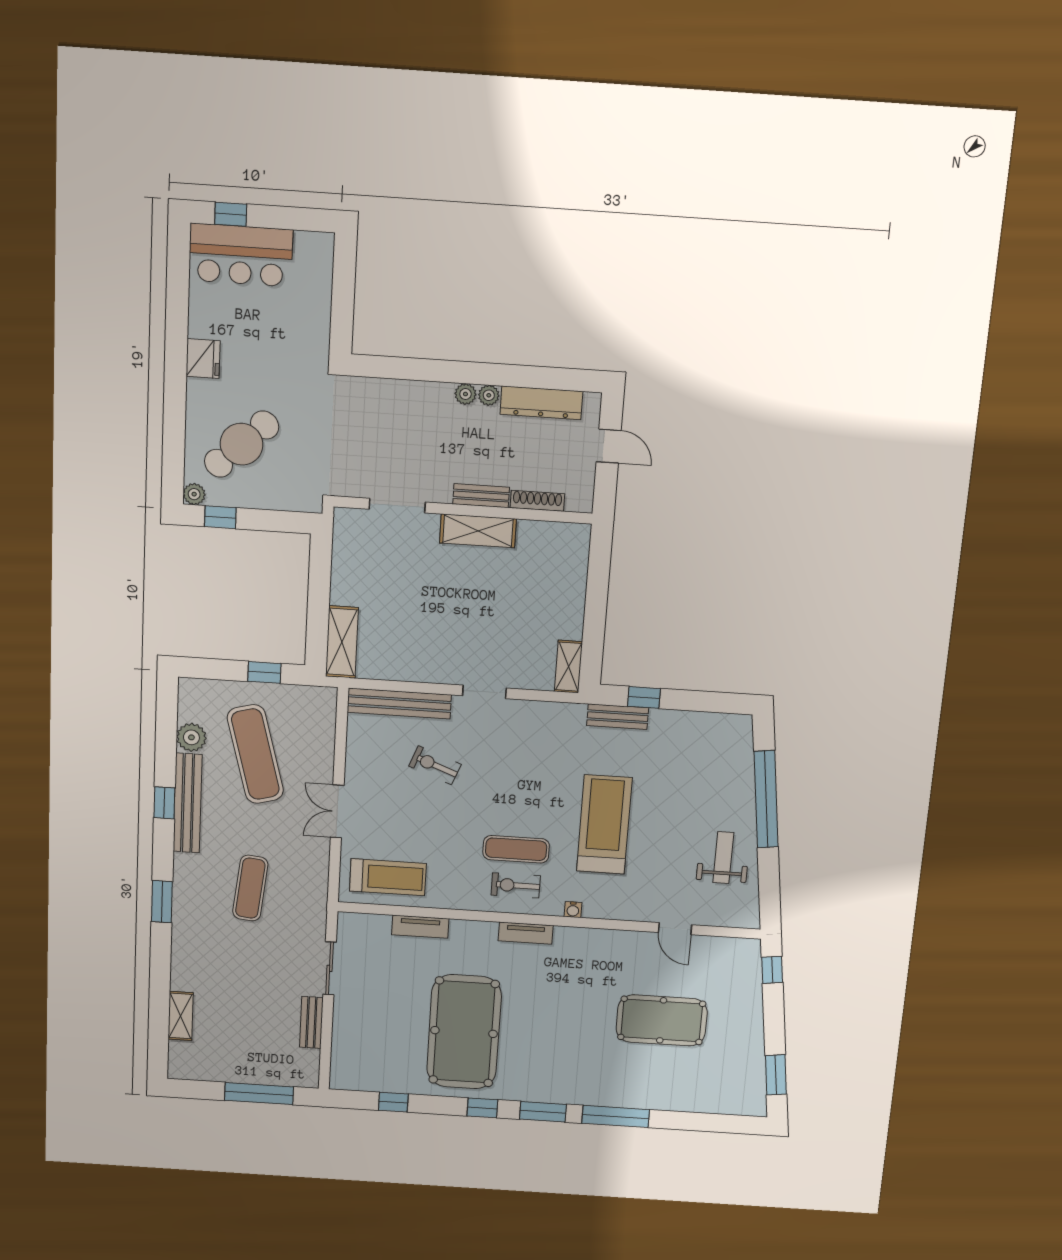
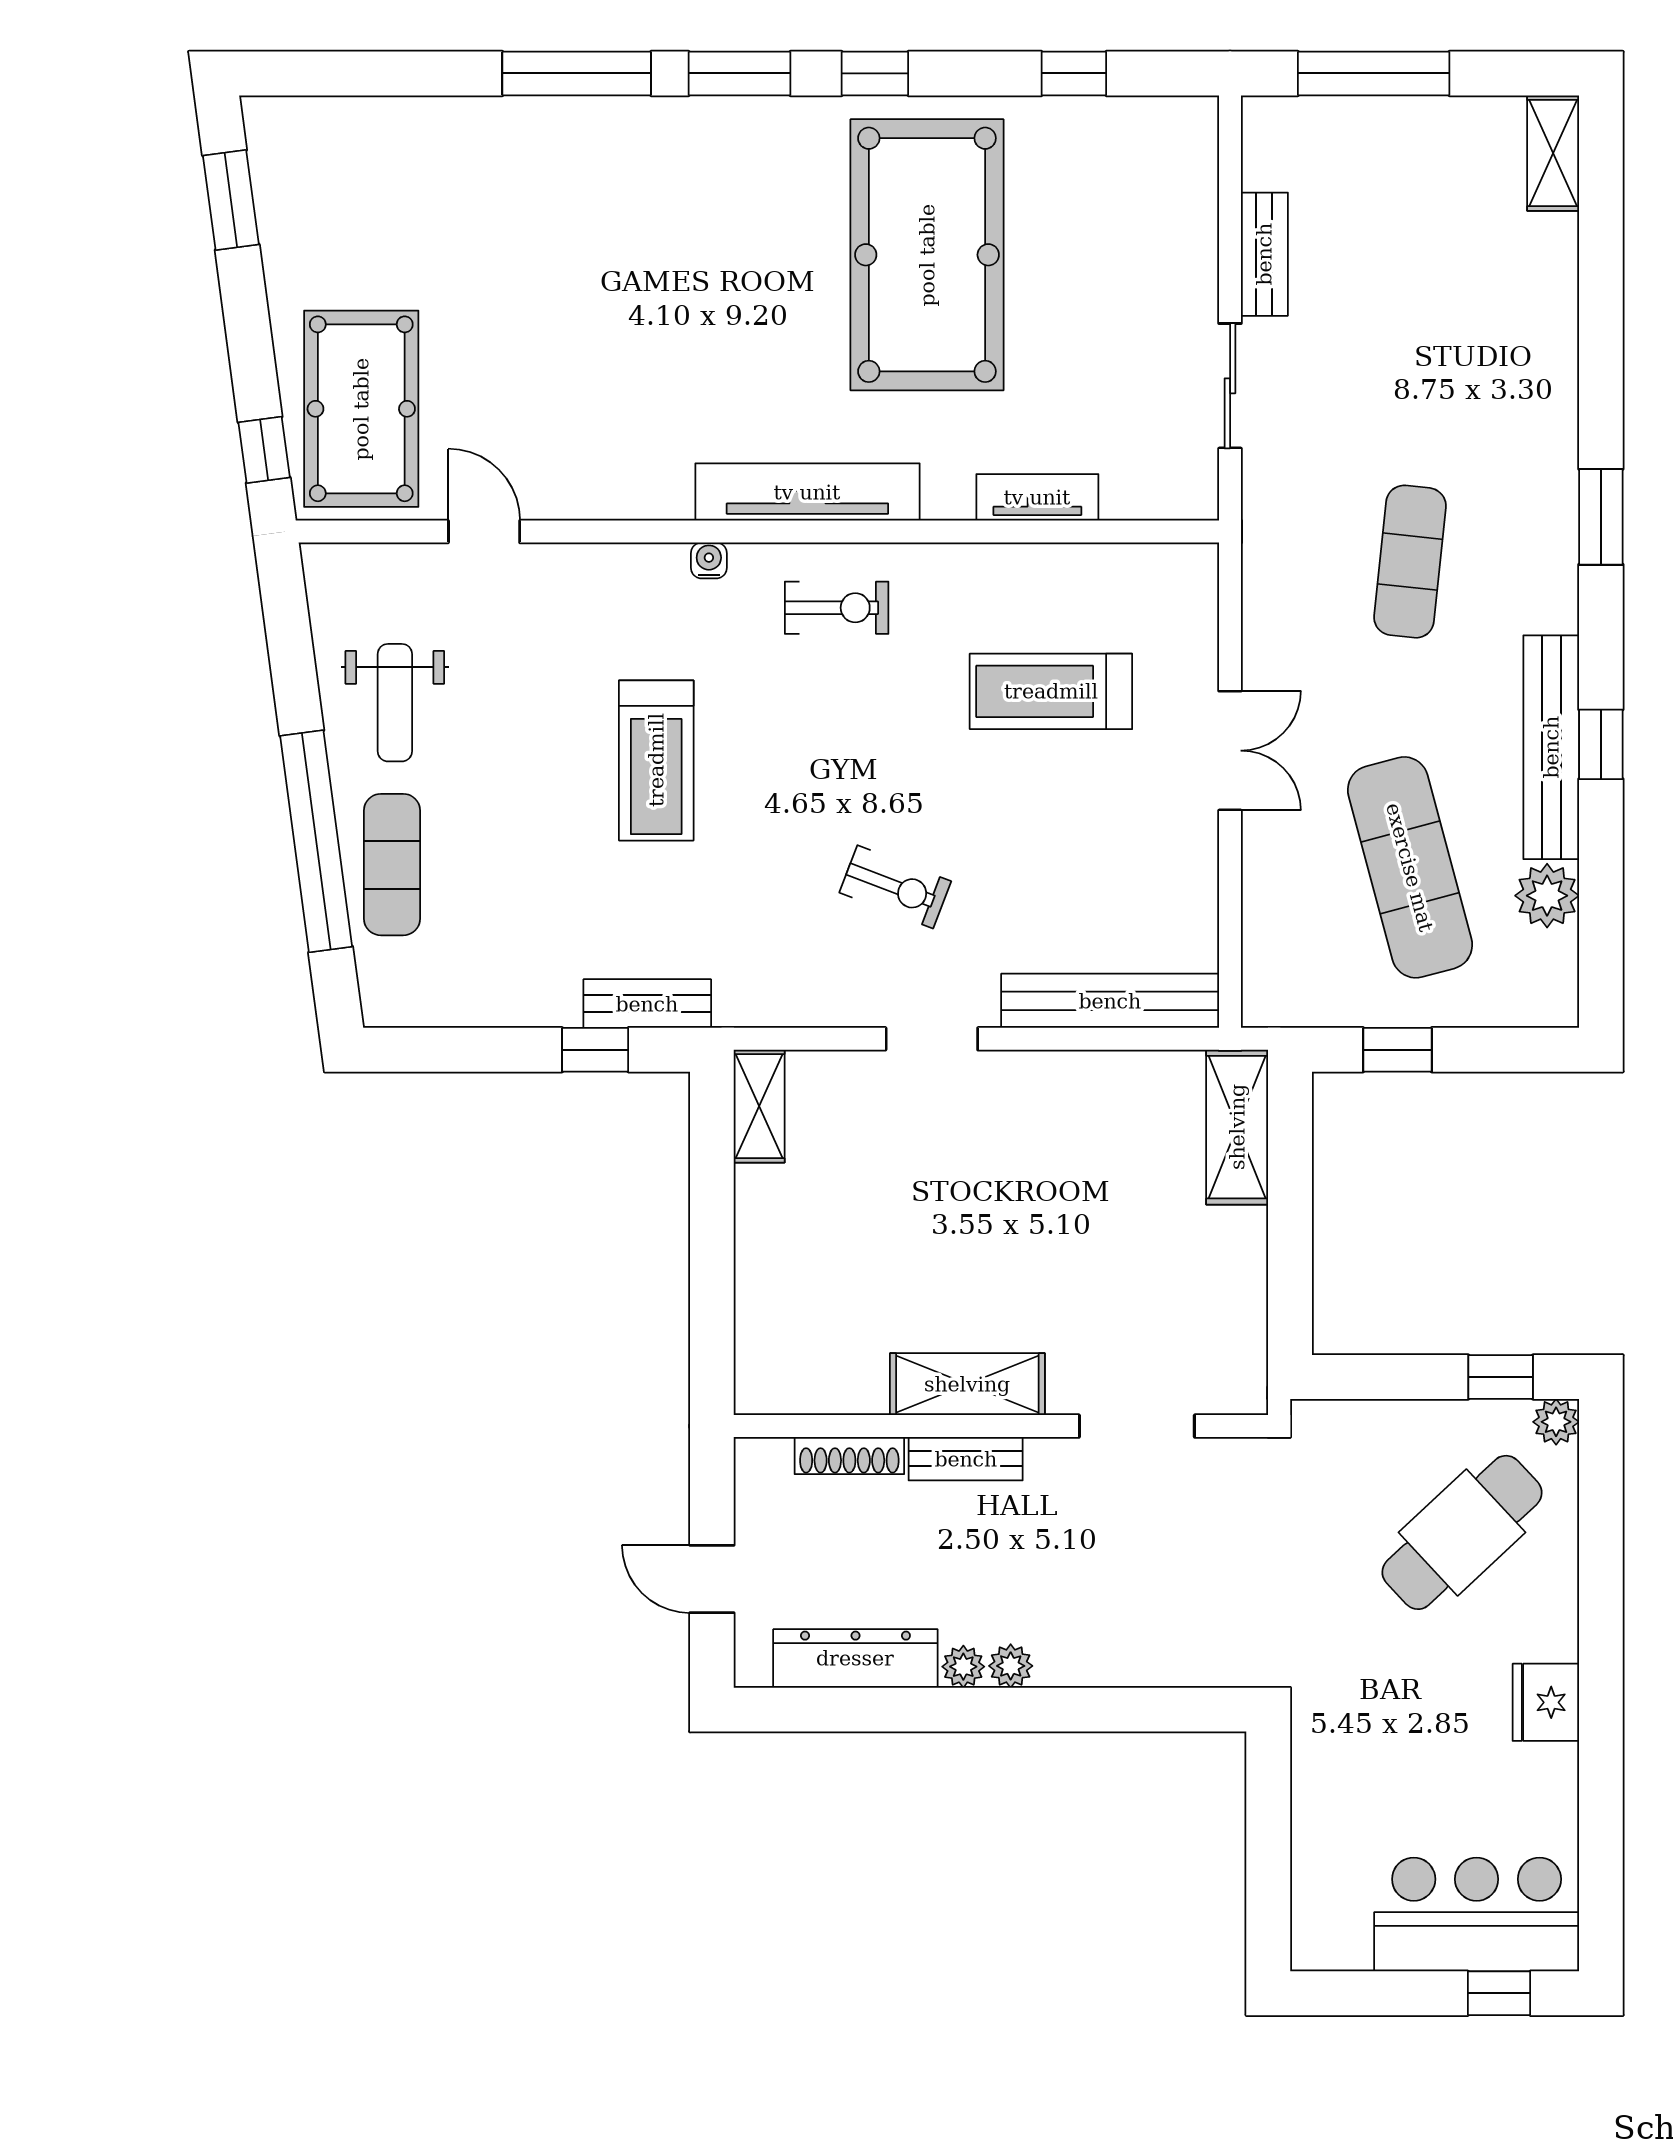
exercise bike: (435, 765) -> (895, 887), moved
treadmill: (604, 824) -> (656, 760), width x0.73, depth x0.73
exercise mat: (516, 849) -> (392, 865), moved, turned 90
treadmill: (388, 877) -> (1051, 691), moved
tv unit: (526, 933) -> (807, 492), width x1.92, depth x1.29
shelving: (181, 1016) -> (1553, 153), moved
pool table: (662, 1020) -> (361, 409), moved, turned 90

